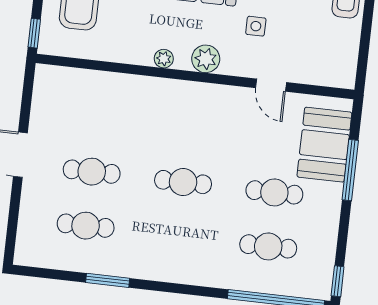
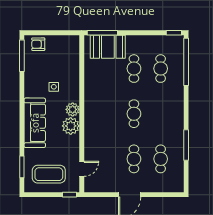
plant: (164, 59) -> (71, 126), width x1.87, depth x1.87
door: (271, 85) -> (82, 169), moved
window: (350, 170) -> (102, 33), moved
window: (108, 280) -> (186, 145), width x1.44

